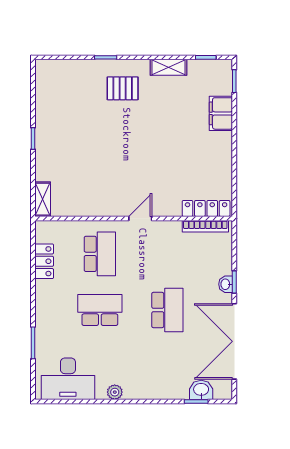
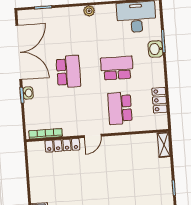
locker: (206, 208) -> (62, 145), moved
school desk: (100, 310) -> (117, 68), turned 180
school desk: (167, 310) -> (68, 72), turned 180
washbasin: (201, 390) -> (155, 49), moved, turned 90
plant: (115, 392) -> (89, 11), moved

